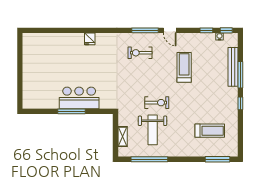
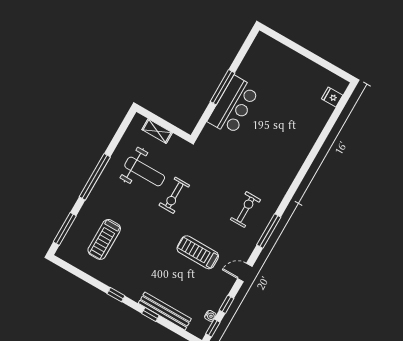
door: (170, 30) -> (245, 272), moved
fridge: (90, 39) -> (332, 97), moved
treadmill: (184, 67) -> (198, 252), turned 180
window: (240, 75) -> (150, 314), width x0.46
weight bench: (153, 130) -> (145, 171), turned 180
window: (149, 159) -> (95, 177), moved

